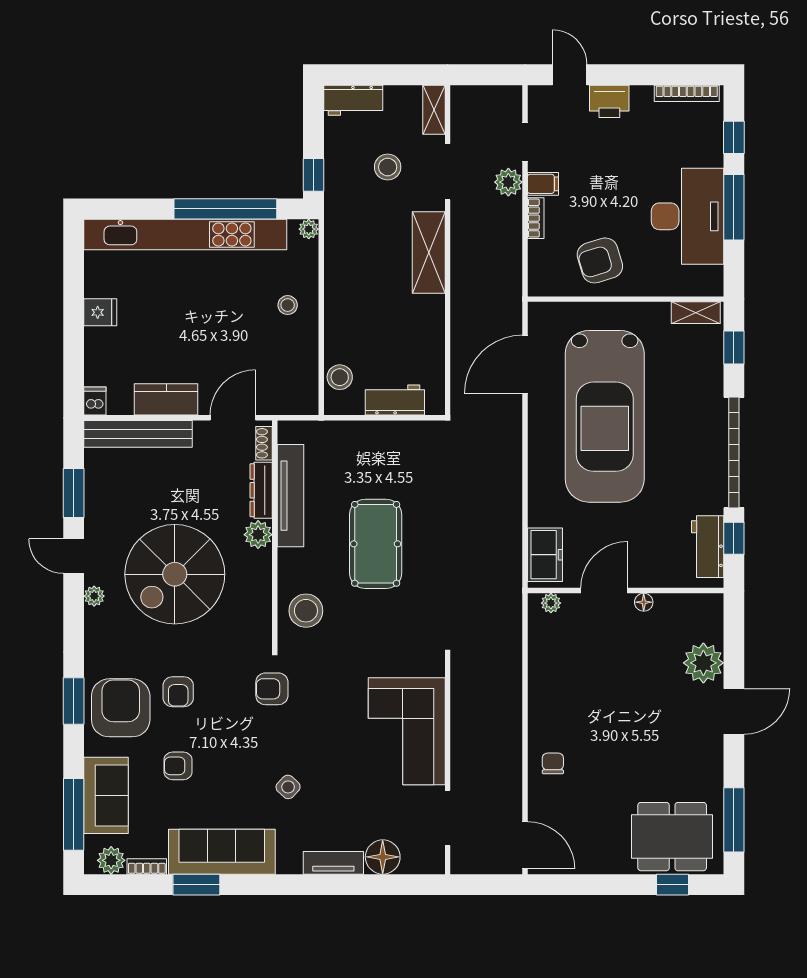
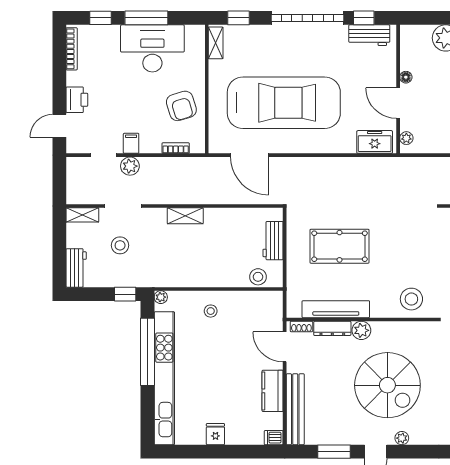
bookcase: (536, 218) -> (176, 148), moved
shelving: (429, 253) -> (185, 216), width x0.67, depth x0.75
pool table: (376, 544) -> (340, 246), moved

